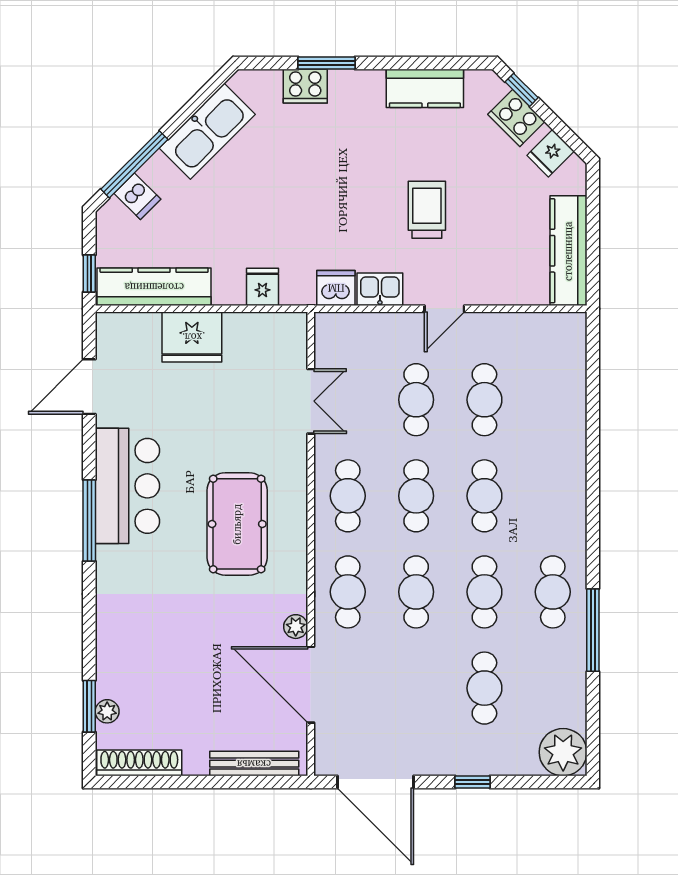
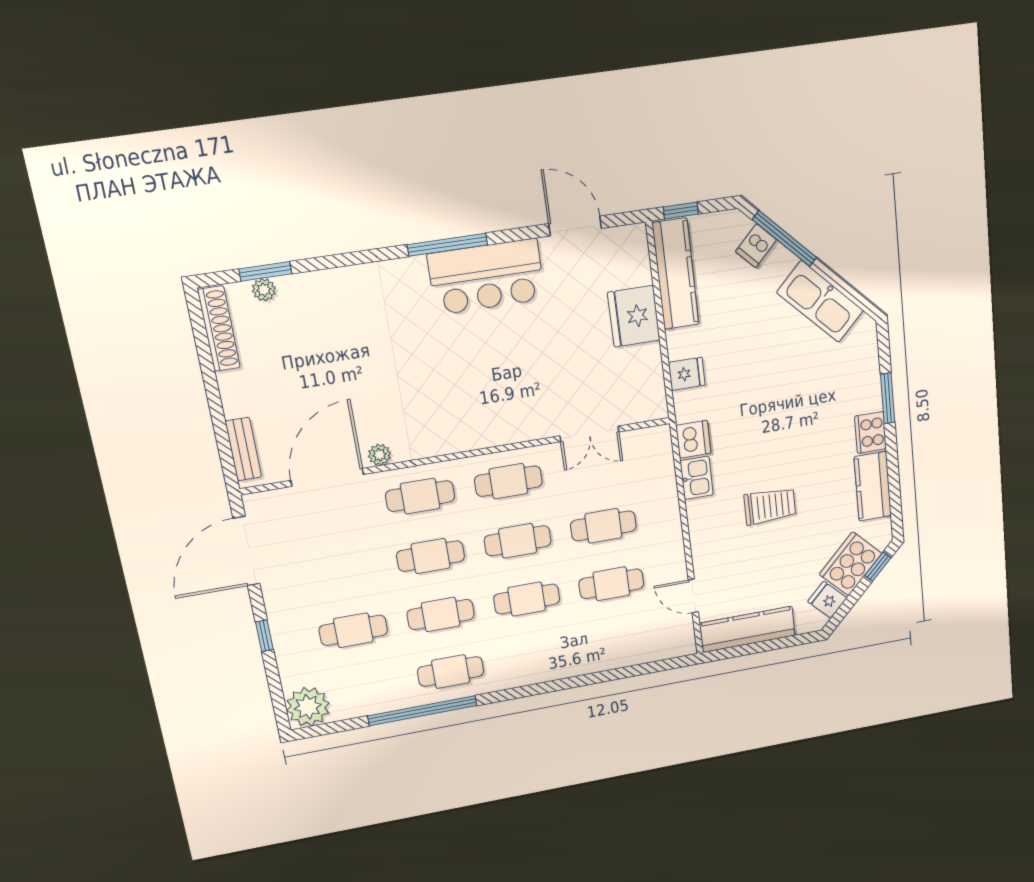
cooker: (305, 86) -> (870, 433), moved
cooker: (516, 118) -> (851, 564), width x1.37, depth x1.31
door: (444, 309) -> (693, 596), moved
pool table: (237, 524) -> (467, 386), removed
window: (593, 630) -> (422, 711), width x1.46
bench: (254, 764) -> (243, 449), width x0.73

